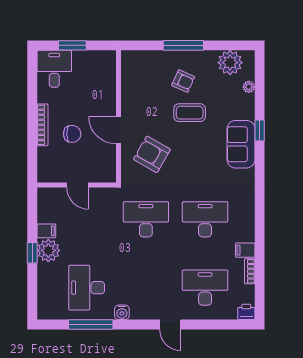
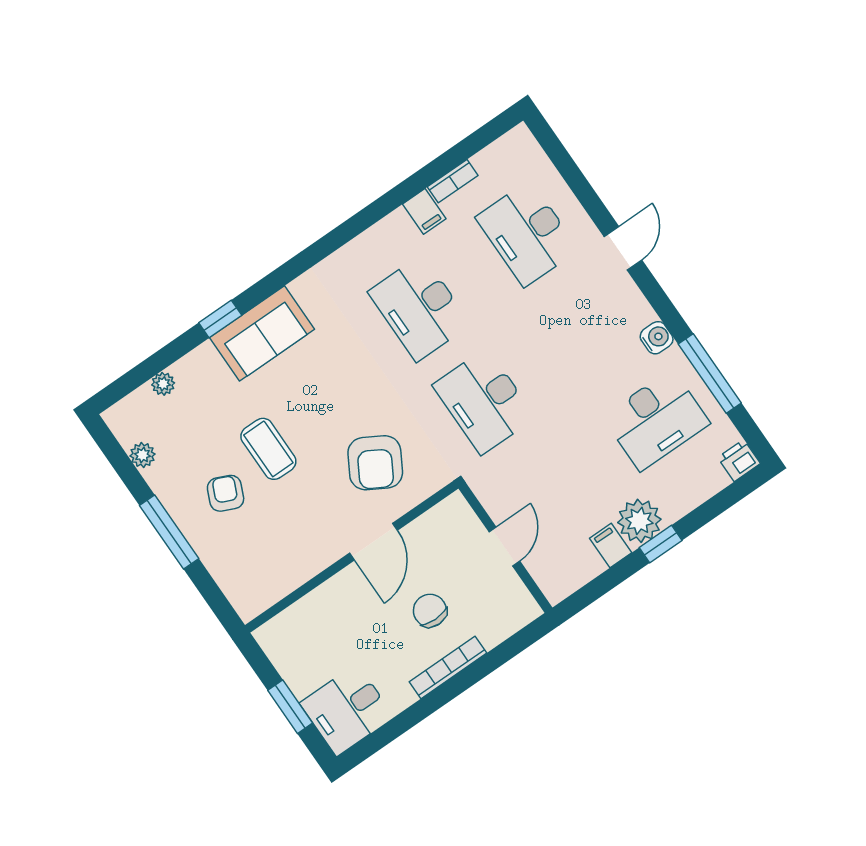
plant: (230, 63) -> (142, 455), width x0.53, depth x0.53
printer: (246, 312) -> (739, 461), moved, turned 90

